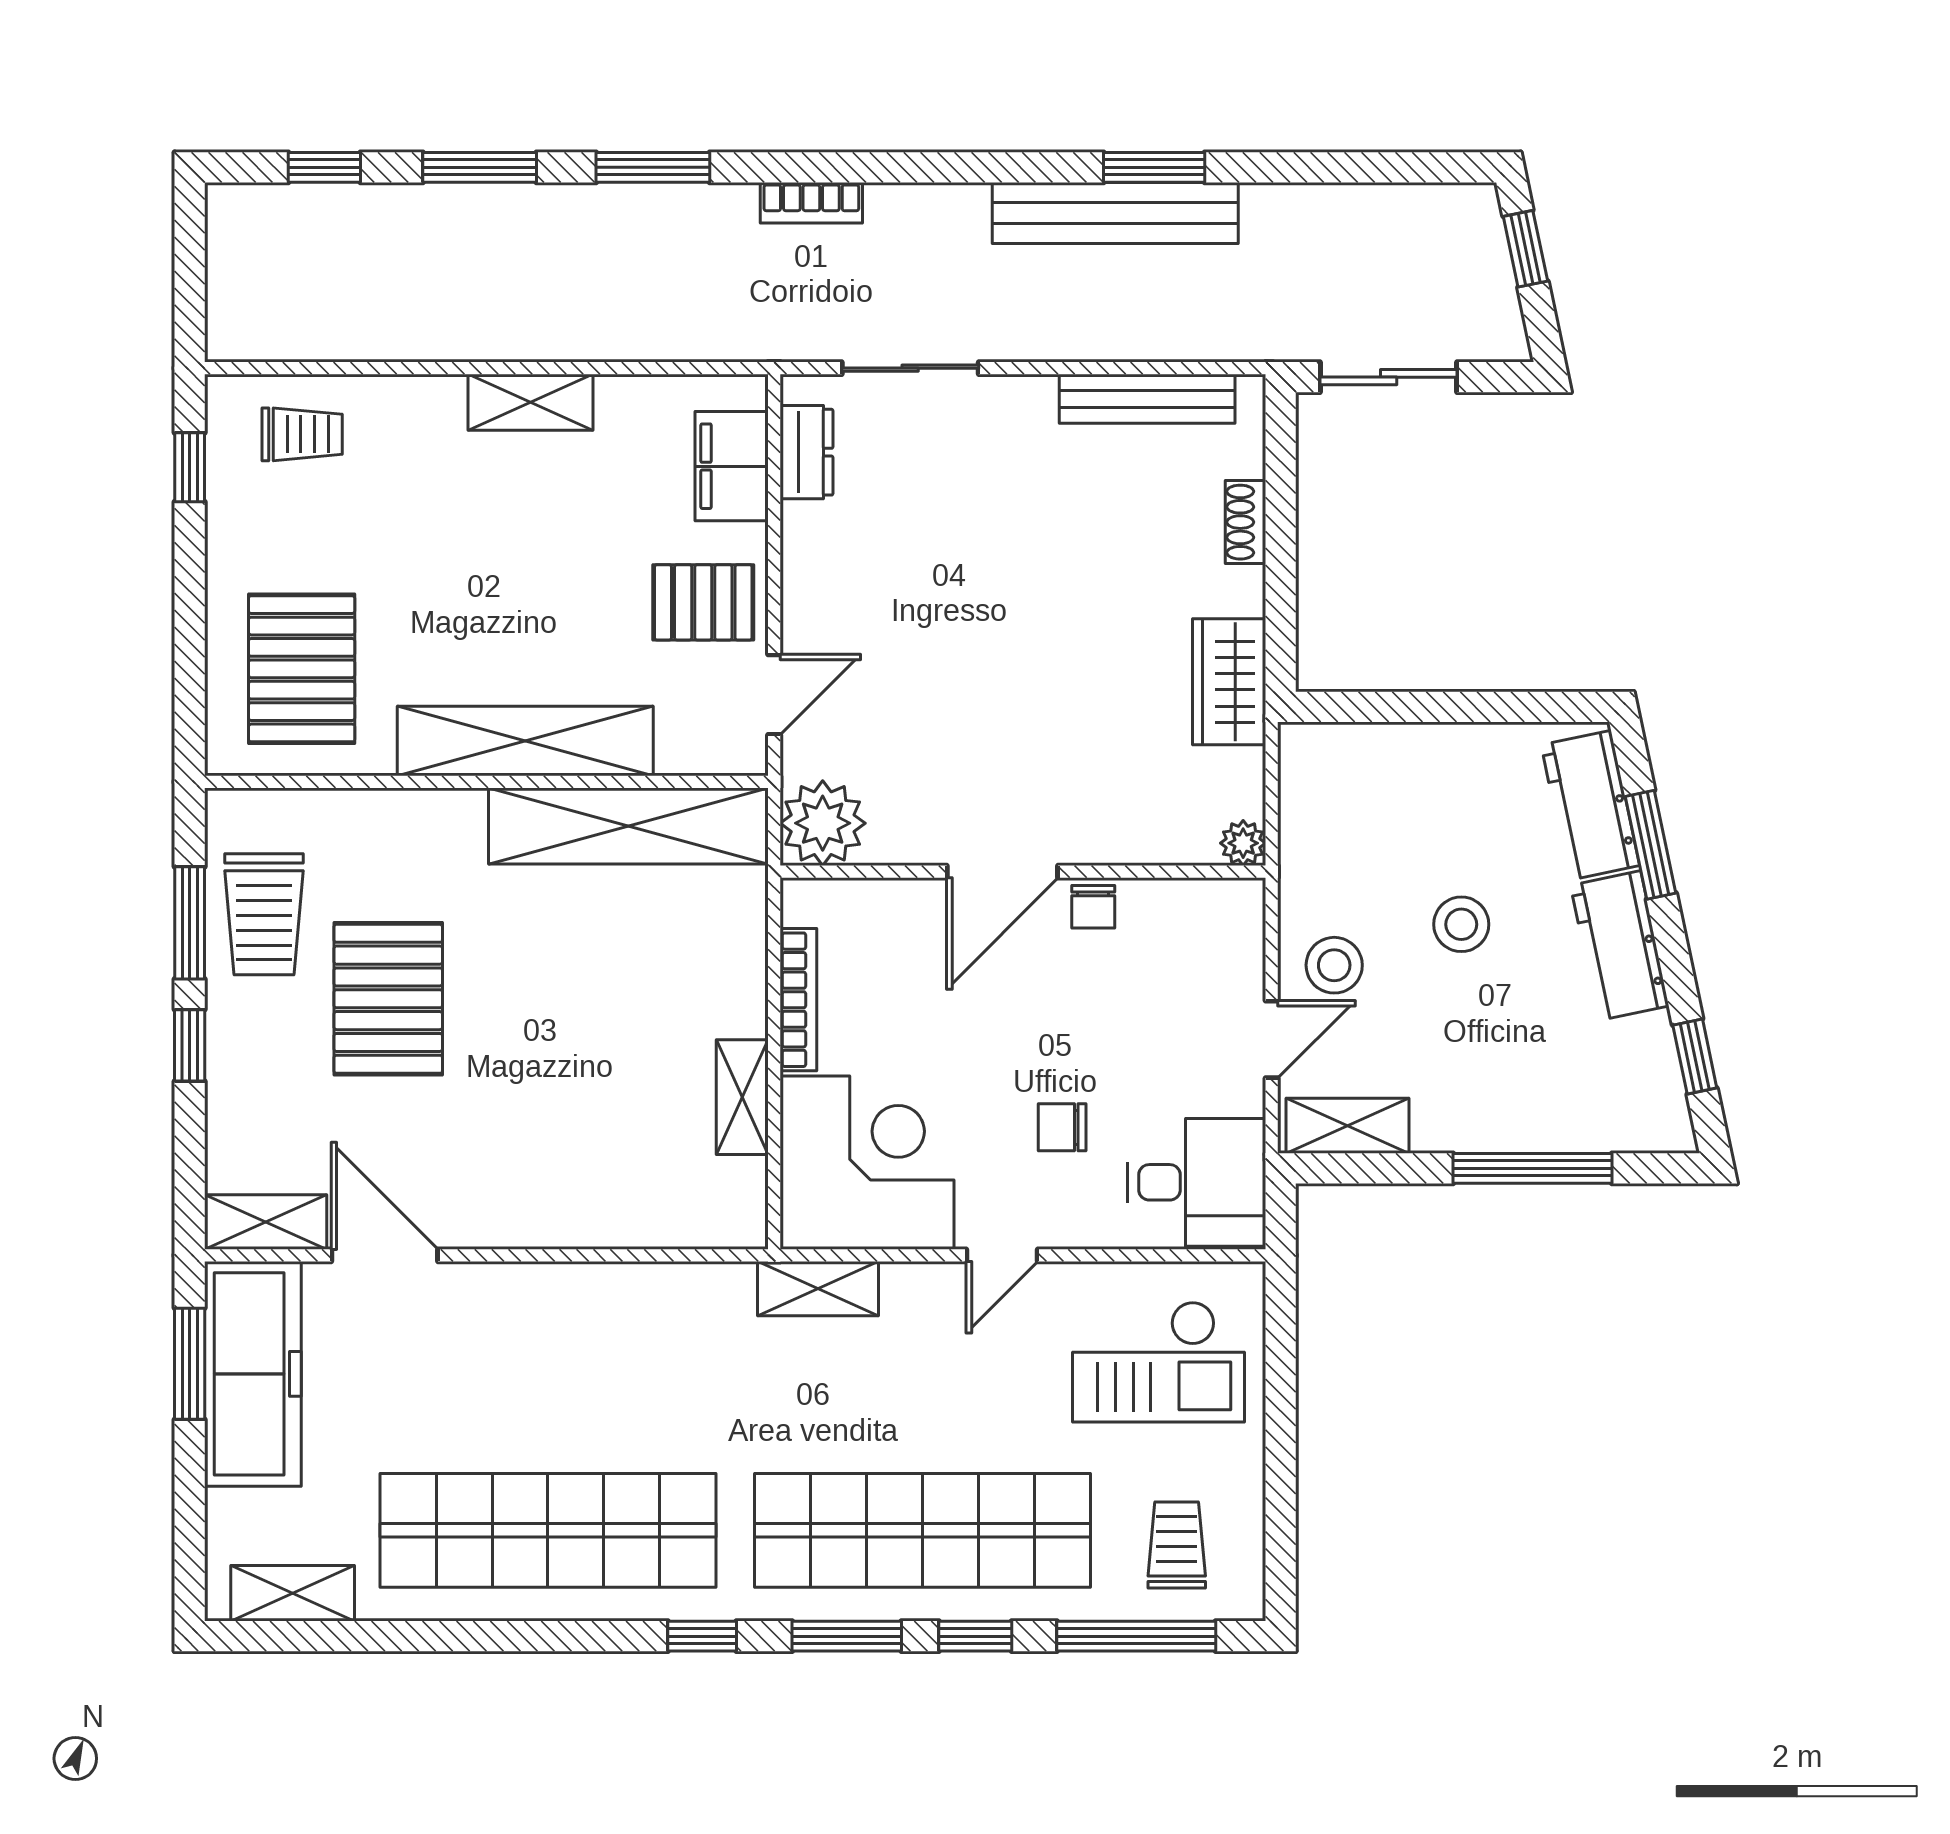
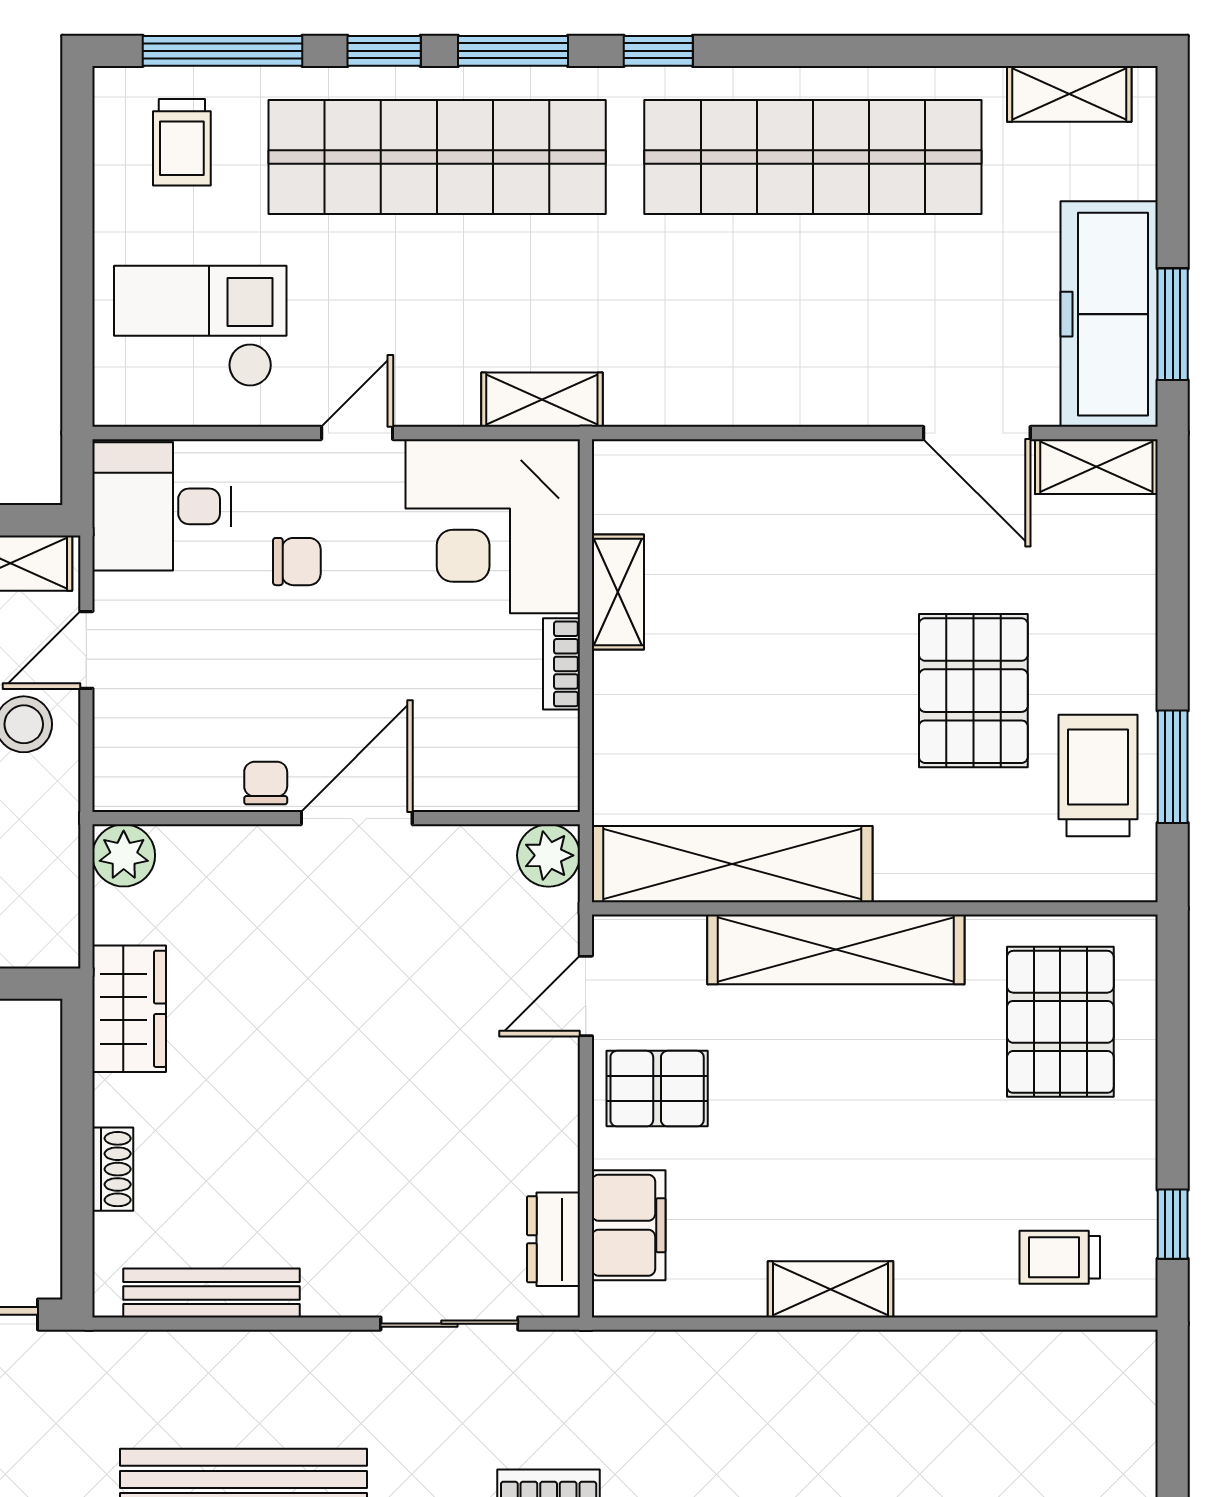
plant: (823, 823) -> (549, 855), width x0.73, depth x0.73
plant: (1243, 843) -> (124, 855), width x1.38, depth x1.38
bookcase: (798, 1000) -> (562, 664), width x0.64
window: (190, 1045) -> (1173, 644), removed

